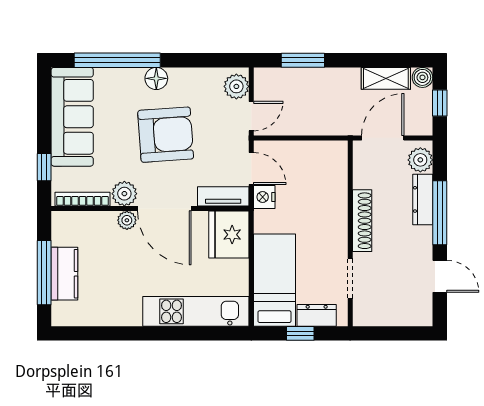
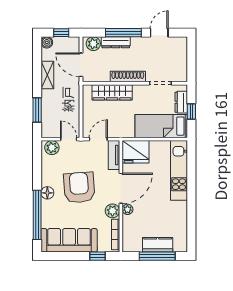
shelving: (386, 78) -> (47, 75), moved
wardrobe: (334, 193) -> (112, 92), added
nightstand: (264, 197) -> (114, 132), removed

